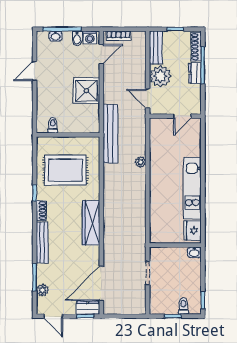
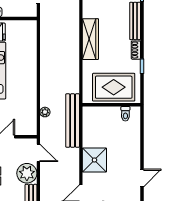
toilet: (53, 125) -> (125, 114), moved
wall: (68, 135) -> (111, 105), moved
plant: (141, 162) -> (45, 112), moved

